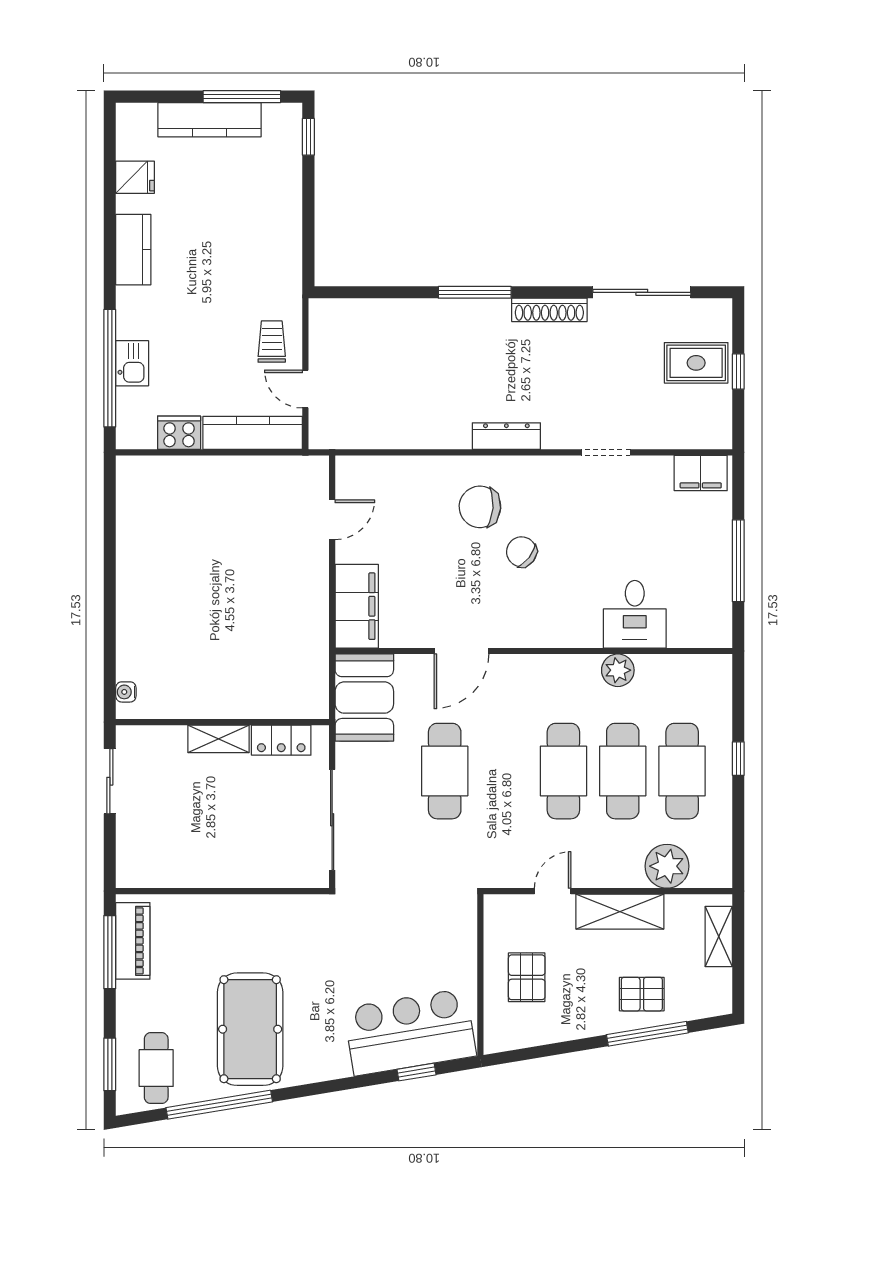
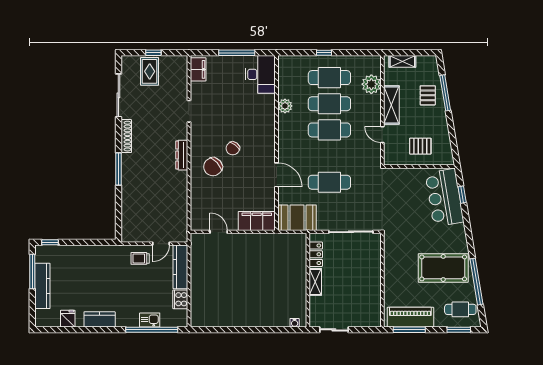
chair: (480, 507) -> (213, 167), turned 44
desk: (635, 614) -> (260, 74), moved, width x1.37
piano: (133, 941) -> (410, 317), width x1.37, depth x1.33

